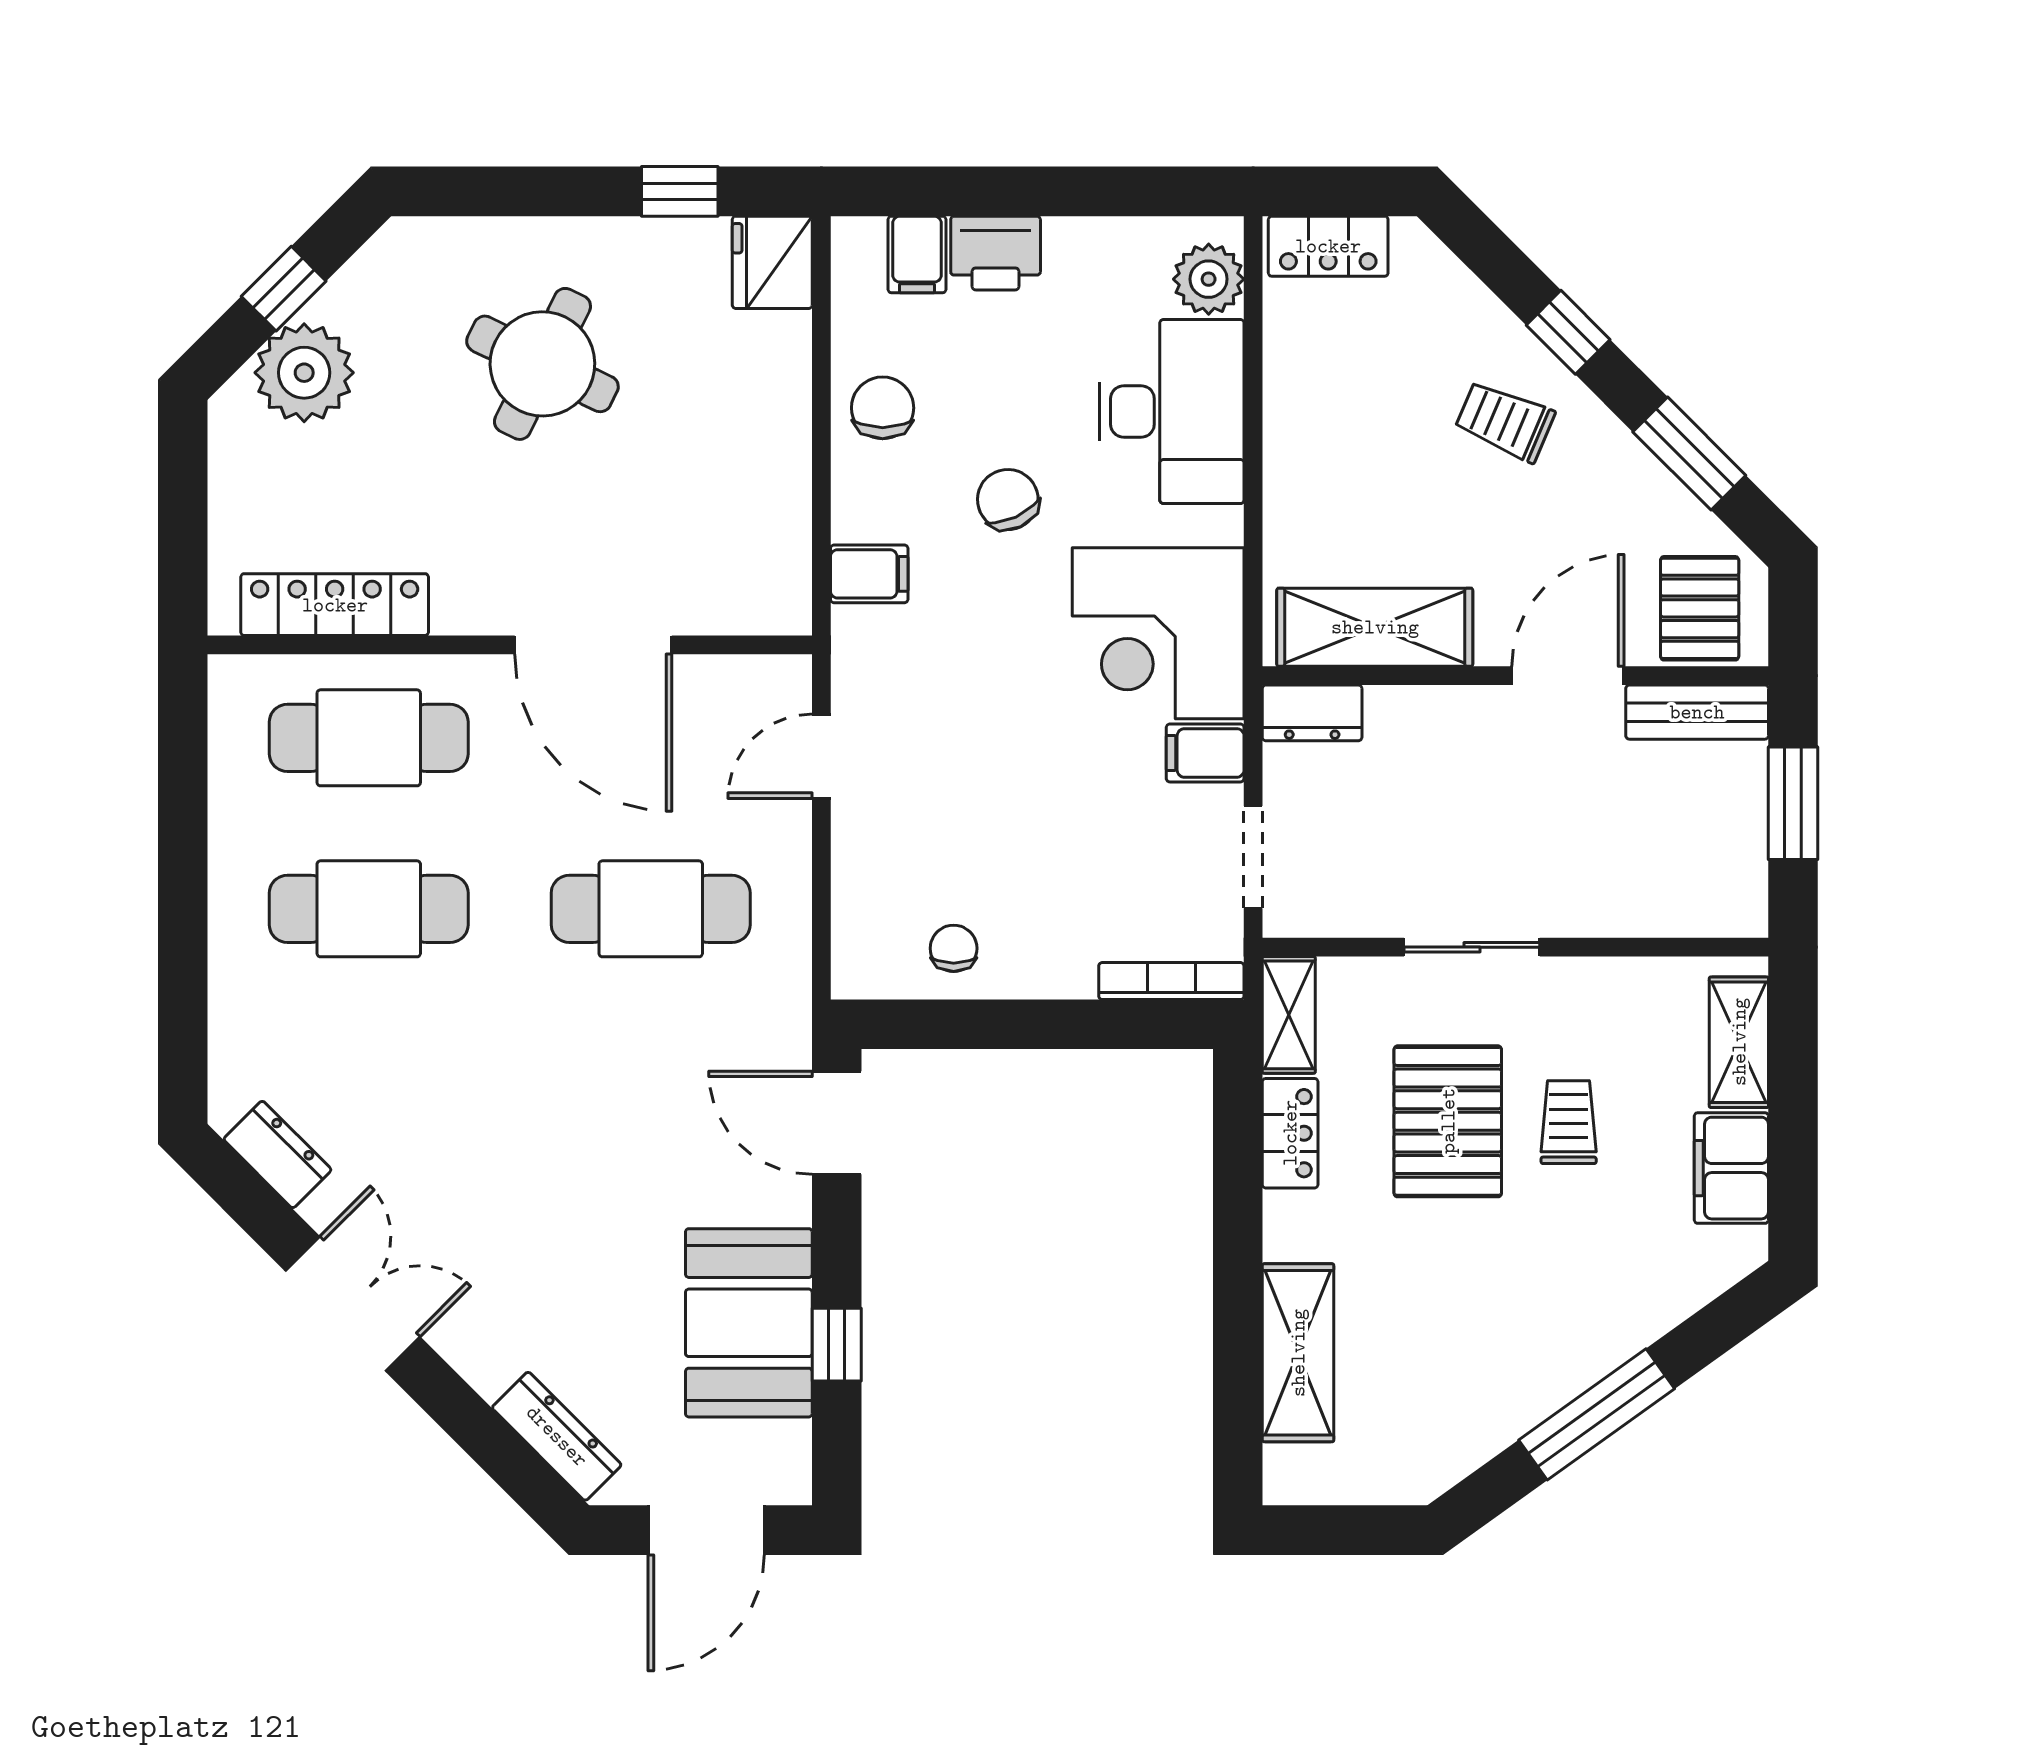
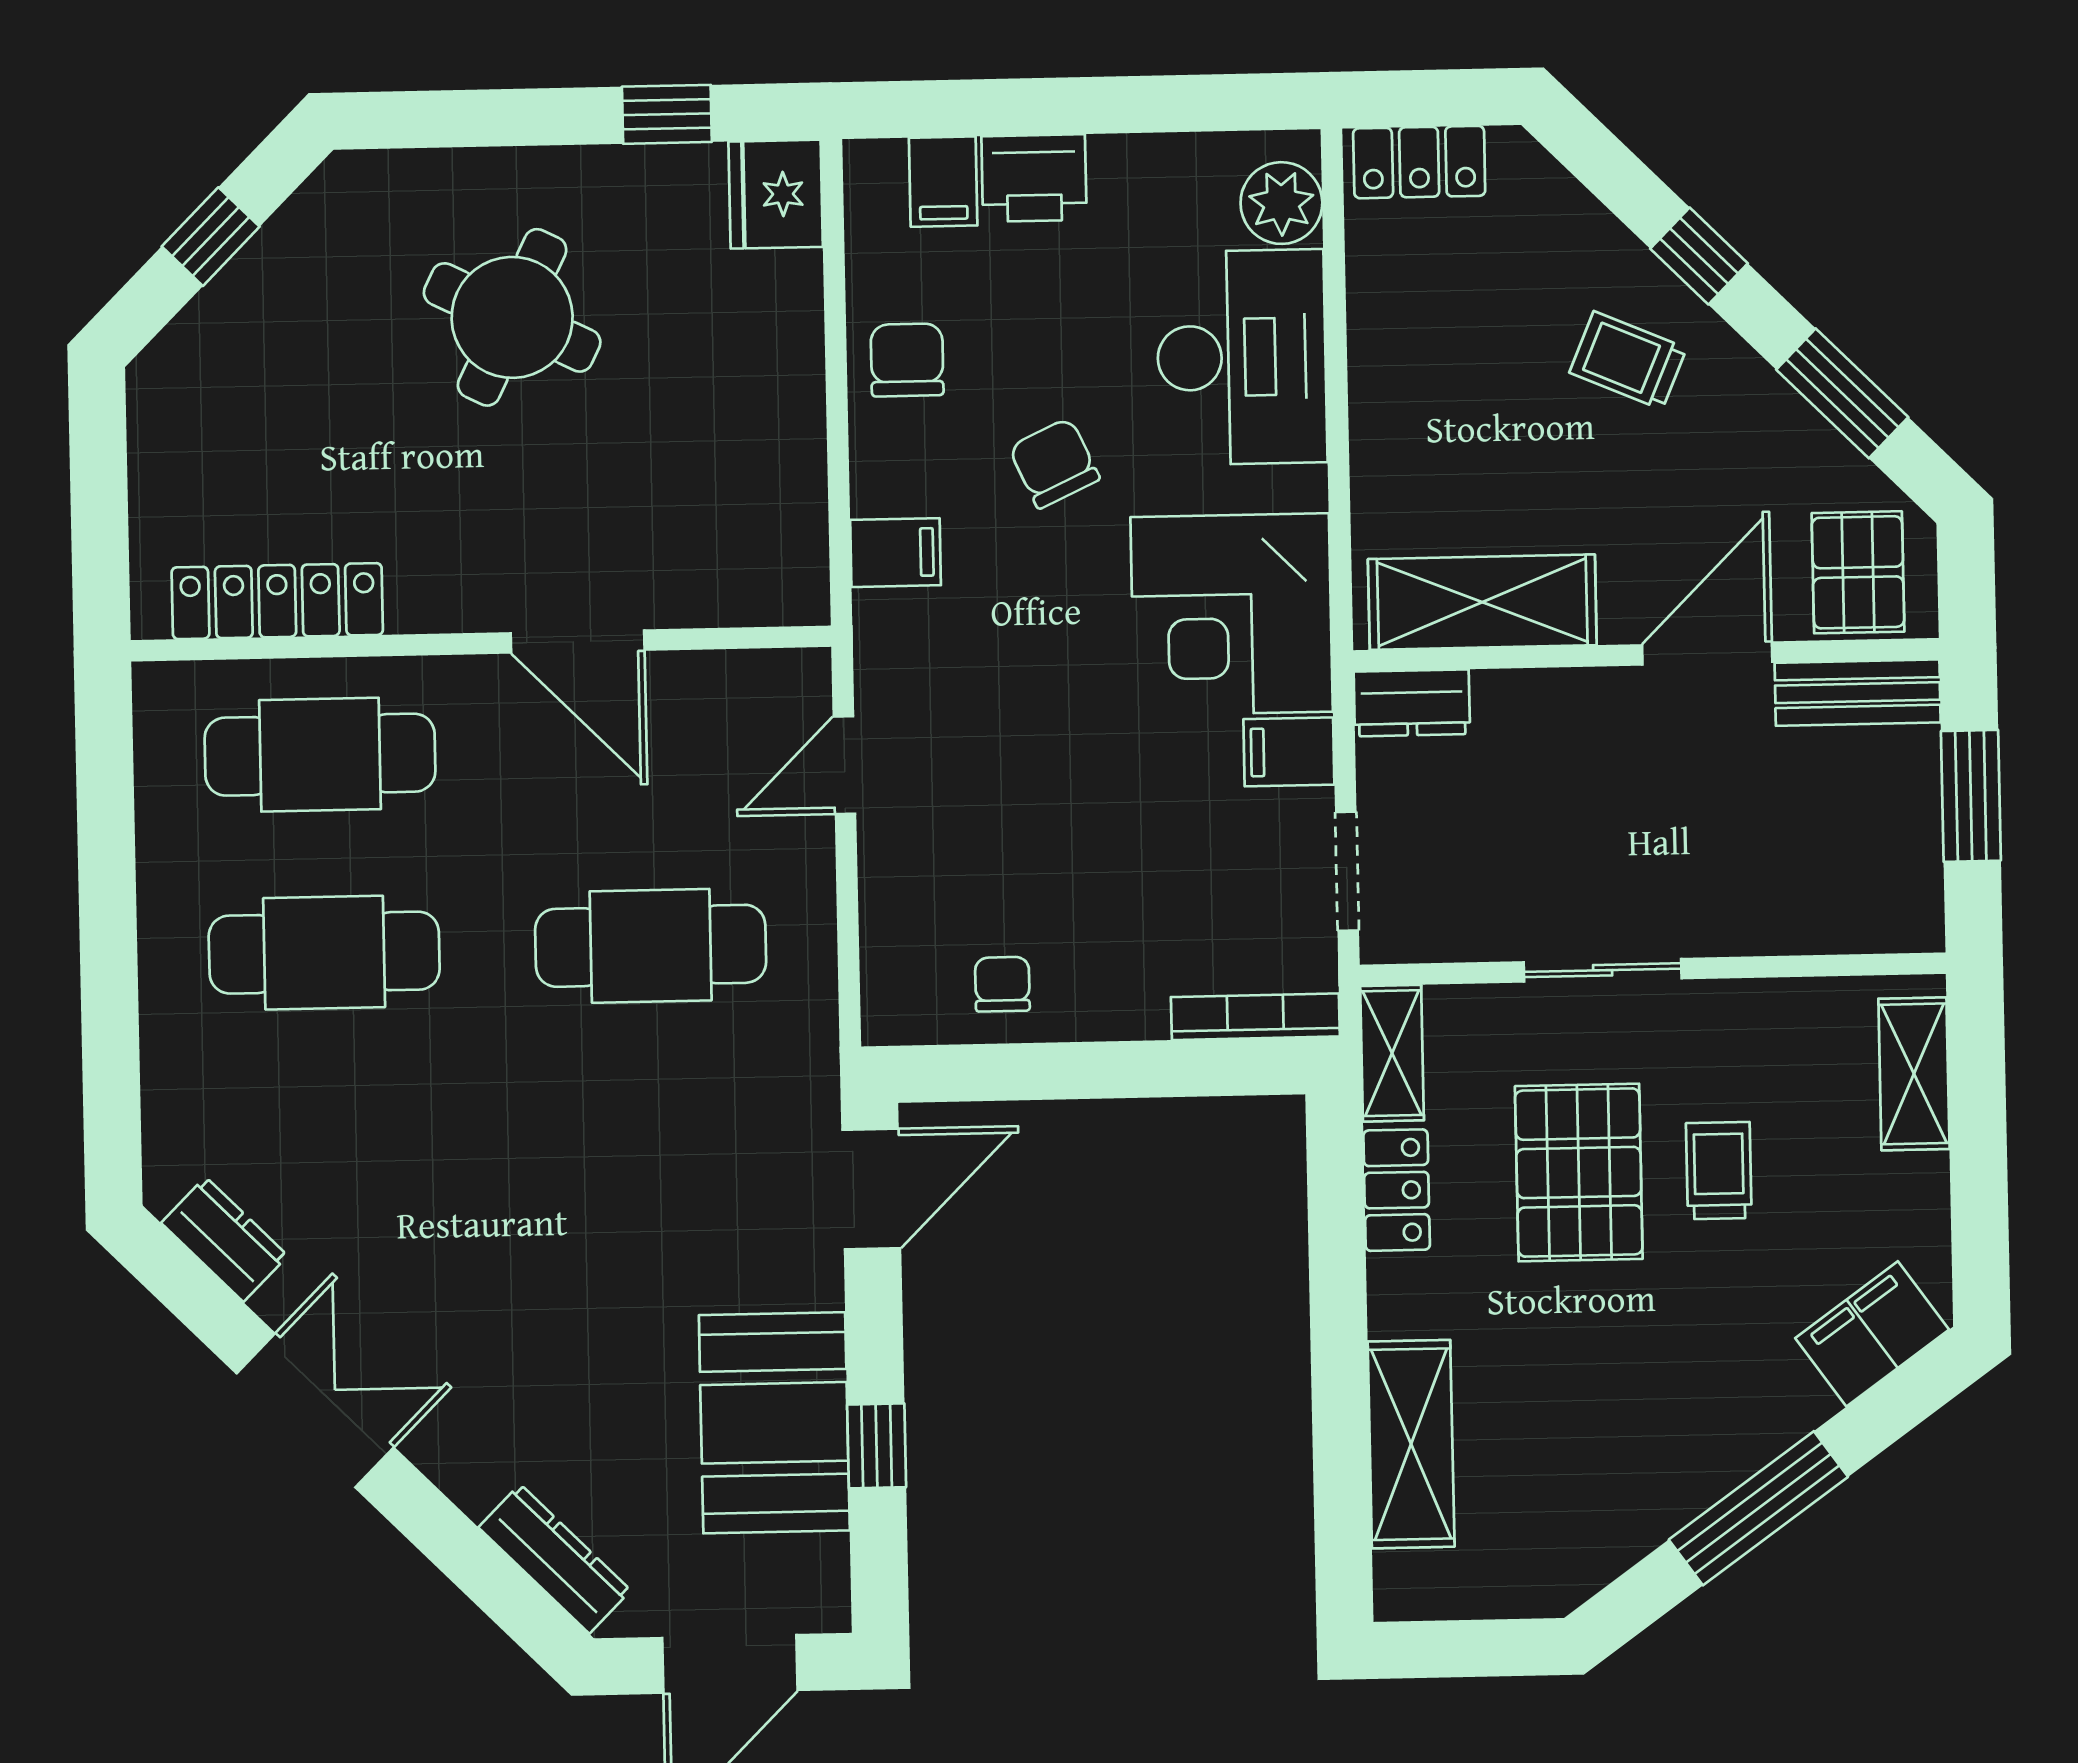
plant: (304, 373) -> (236, 333), removed
door: (593, 645) -> (578, 641), width x0.73
door: (837, 1123) -> (871, 1189), swing flipped
filing cabinet: (1731, 1168) -> (1872, 1334), moved, turned 54

